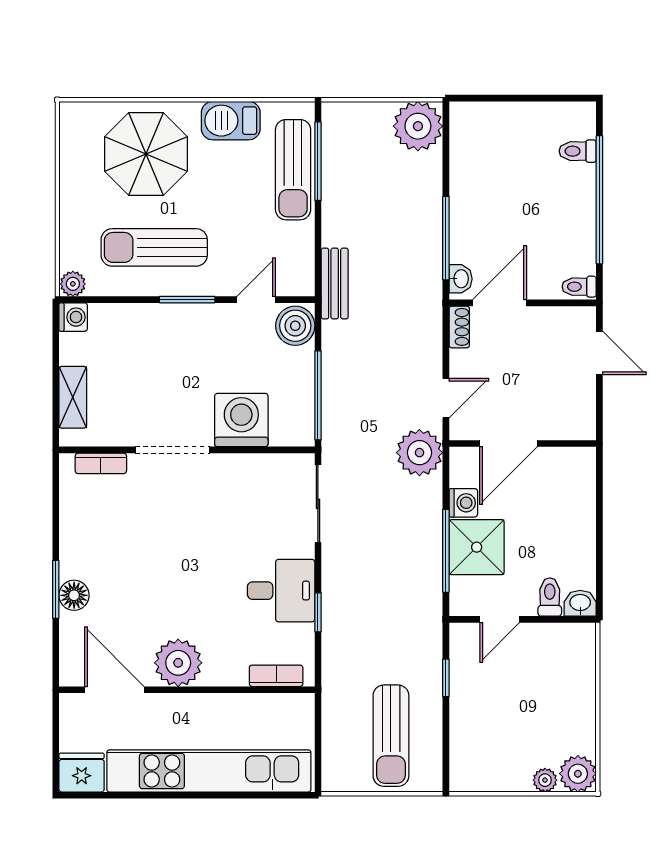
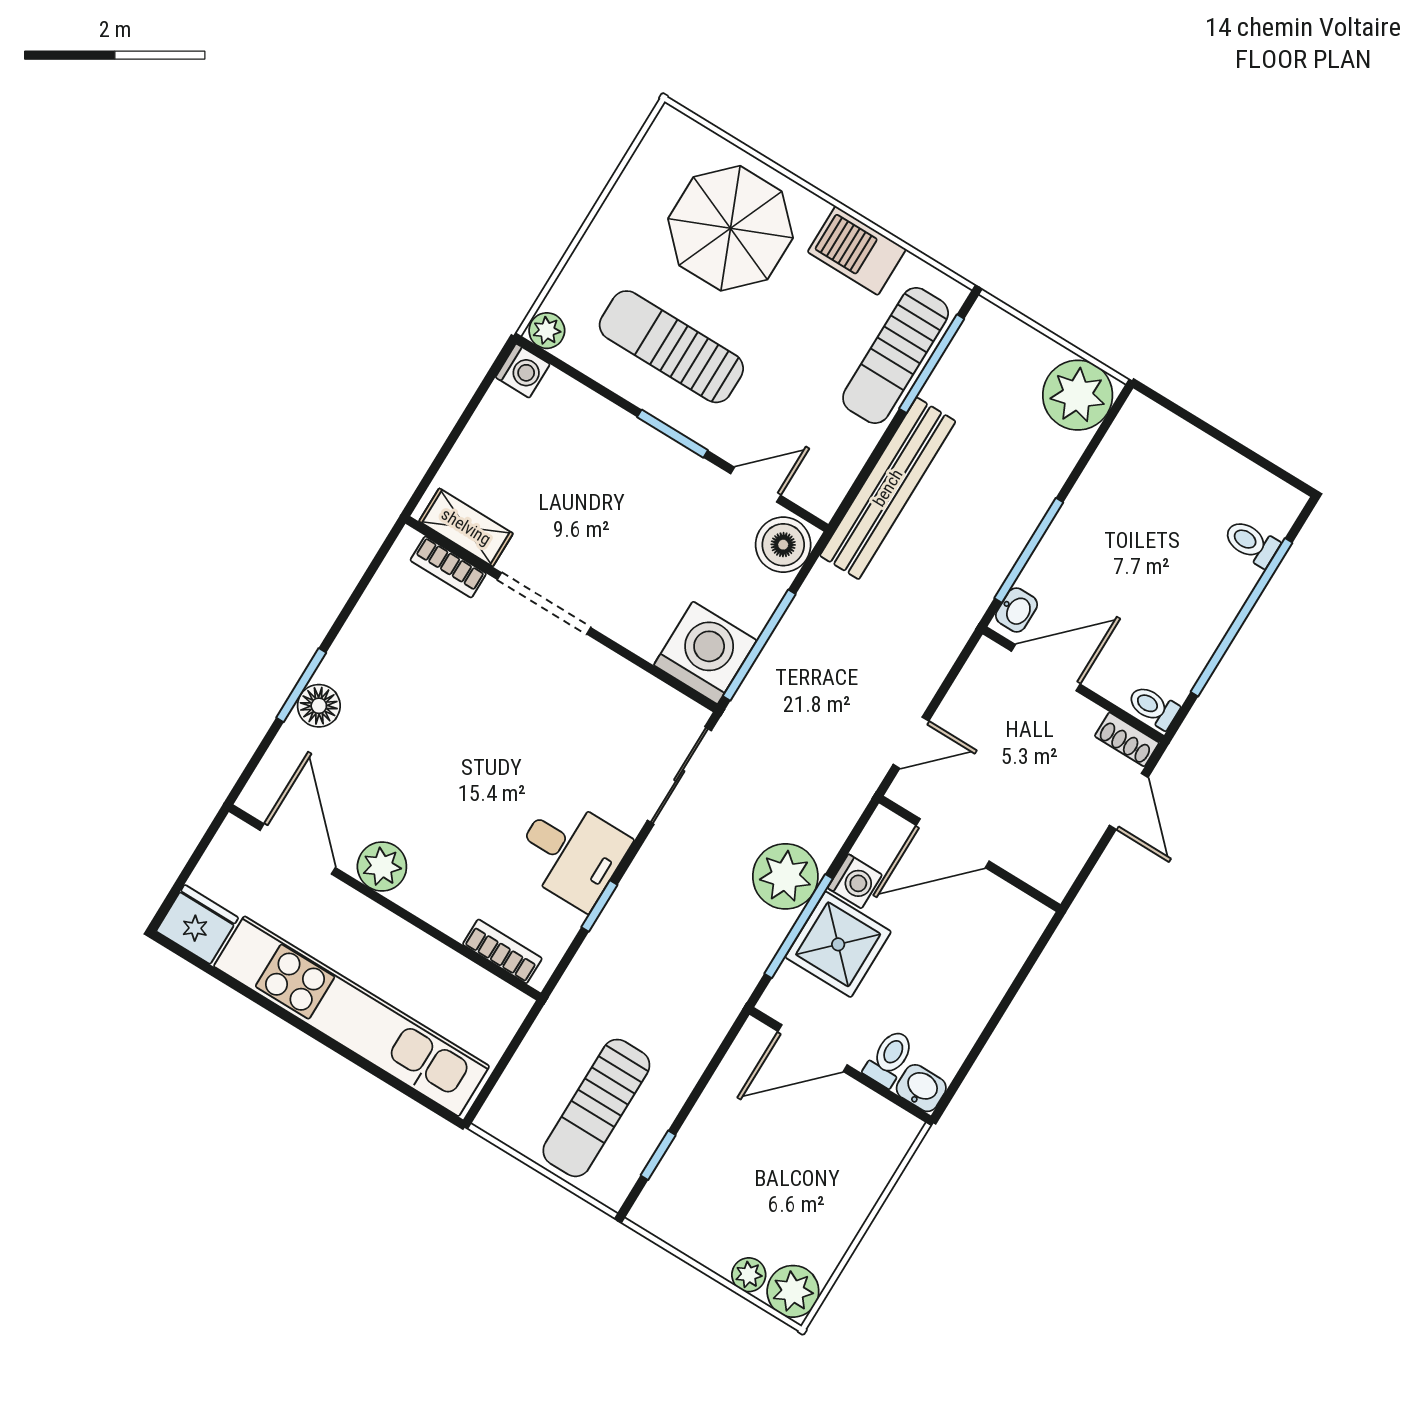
bench: (335, 284) -> (888, 488), width x1.86, depth x1.21
shoe rack: (459, 327) -> (1127, 739), moved, turned 90
shelving: (73, 397) -> (466, 527), moved, turned 90
washing machine: (241, 420) -> (705, 653), moved
plant: (419, 453) -> (785, 876), moved
door: (500, 619) -> (813, 1048), width x1.38
plant: (178, 663) -> (382, 867), width x0.73, depth x0.73
window: (446, 678) -> (658, 1155), moved

